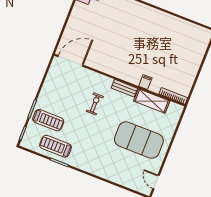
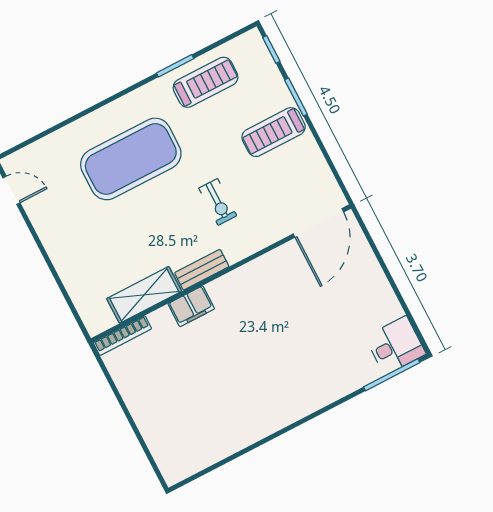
filing cabinet: (145, 82) -> (191, 306), width x2.00
treadmill: (48, 120) -> (274, 132), moved
exercise mat: (139, 140) -> (131, 159), moved

